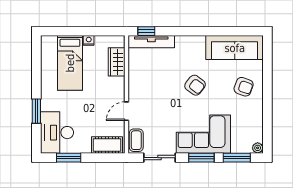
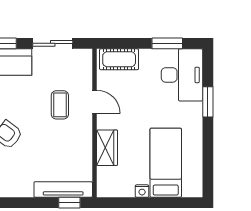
wardrobe: (117, 62) -> (107, 148), moved
door: (126, 111) -> (94, 102), hinge flipped
coffee table: (136, 140) -> (60, 105), moved

